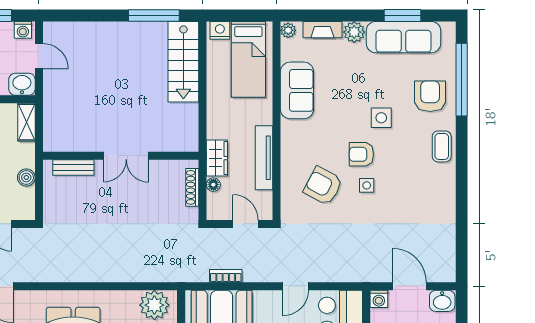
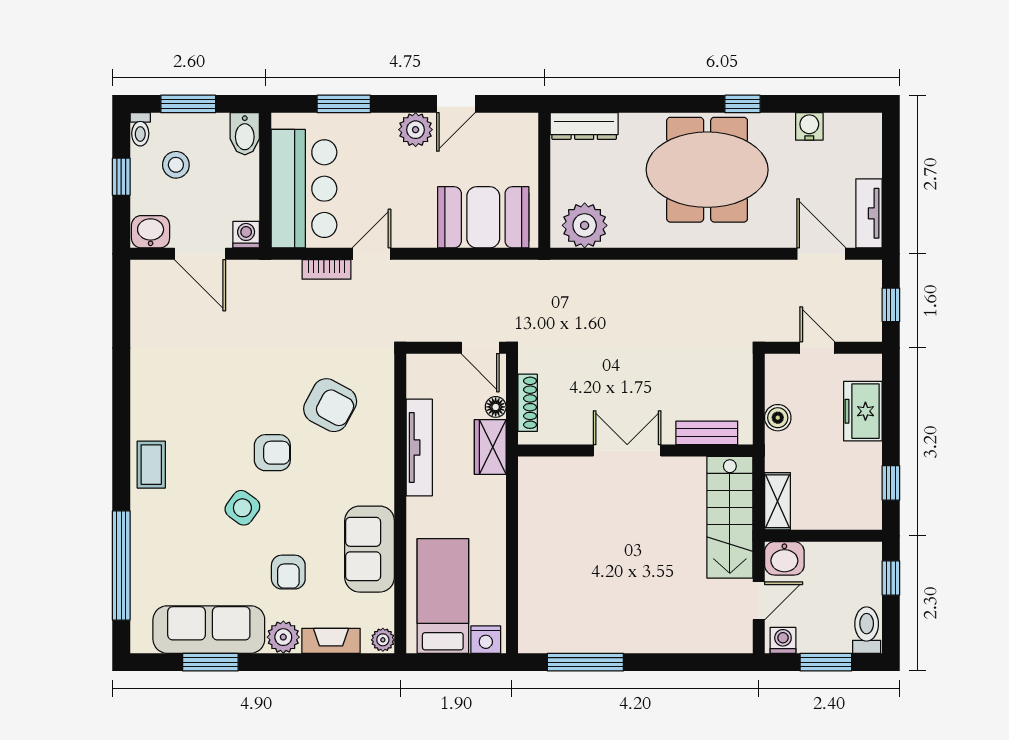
door: (39, 56) -> (759, 601), swing flipped
stairs: (183, 62) -> (730, 517), moved, turned 180
armchair: (430, 96) -> (288, 572), moved, width x0.72, depth x0.72
side table: (381, 118) -> (242, 508), turned 36
side table: (367, 185) -> (264, 406), removed
door: (245, 224) -> (480, 348), moved
bookcase: (226, 276) -> (326, 269), moved

